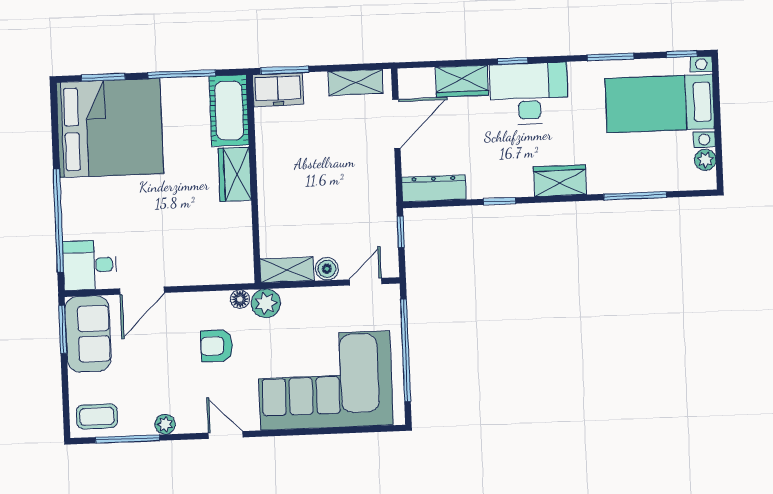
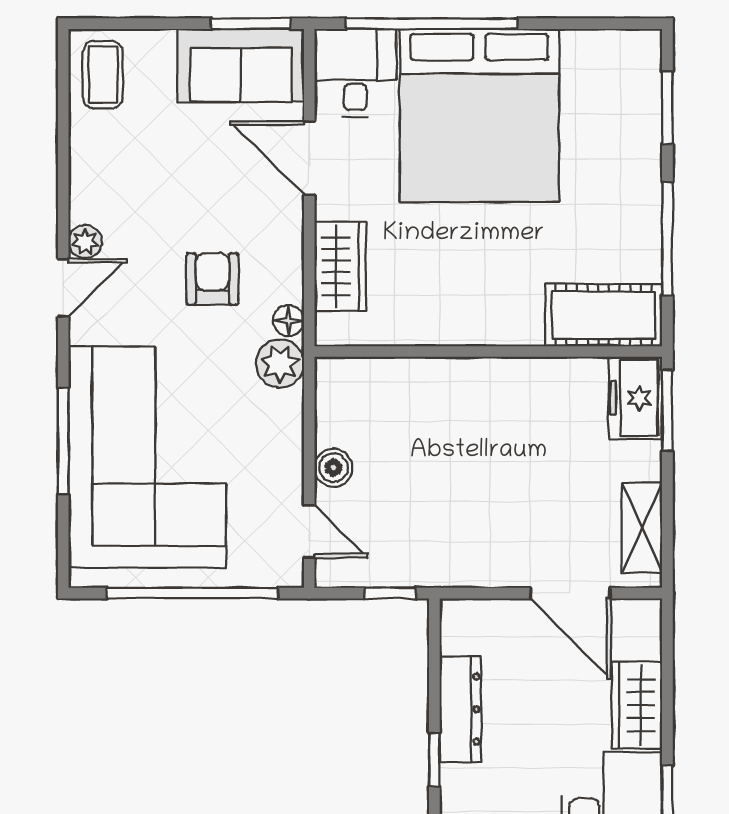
bed: (110, 128) -> (479, 115), moved
wardrobe: (235, 174) -> (340, 266), moved, turned 90
dresser: (434, 188) -> (460, 709), moved
shelving: (287, 270) -> (334, 401), removed
plant: (165, 424) -> (85, 242), moved
window: (128, 439) -> (63, 441), moved

